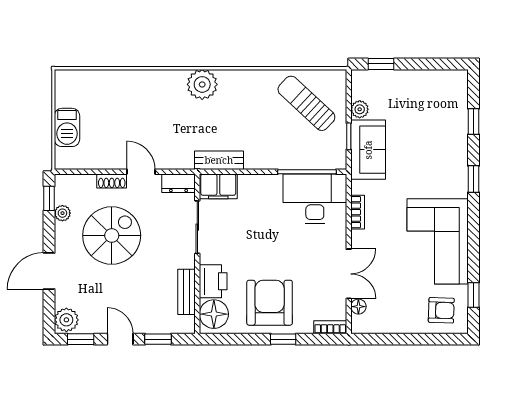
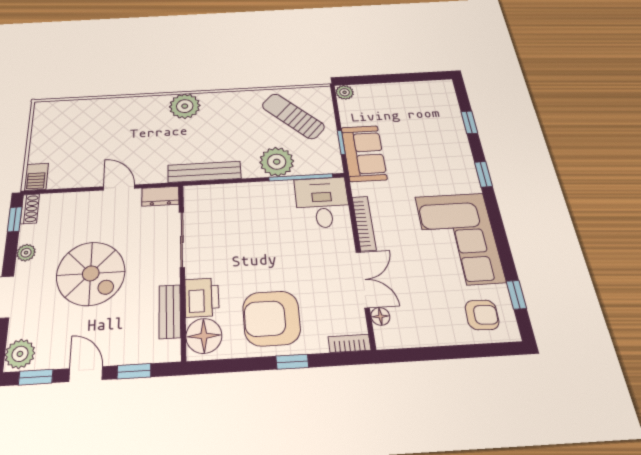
window: (381, 64) -> (364, 80), removed
plant: (360, 109) -> (345, 92), moved
barbecue: (67, 127) -> (36, 177), moved, width x0.73, depth x0.79
plant: (286, 154) -> (277, 162), added
bench: (219, 160) -> (204, 172), width x1.36
shoe rack: (112, 181) -> (30, 209), moved, turned -90
filing cabinet: (218, 186) -> (204, 197), removed
desk: (315, 199) -> (322, 202), width x0.73
bookcase: (358, 212) -> (364, 223), width x1.56
plant: (62, 213) -> (26, 253), moved
spiral stairs: (112, 235) -> (91, 273), moved, turned 90
armchair: (270, 303) -> (271, 318), turned -90

